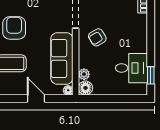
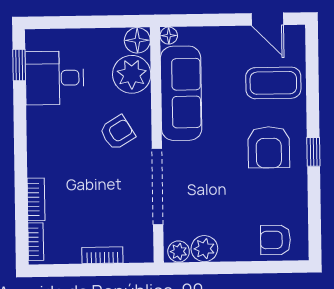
plant: (84, 74) -> (132, 74), width x1.87, depth x1.87
door: (36, 98) -> (267, 19), moved

